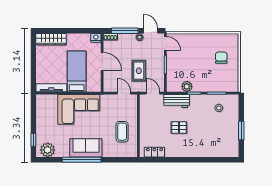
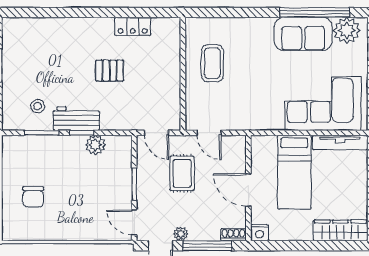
workbench: (177, 101) -> (76, 119), moved
corner sofa: (79, 109) -> (323, 104), moved
sofa: (86, 148) -> (303, 34), moved
locker: (154, 152) -> (133, 26), moved
window: (82, 160) -> (315, 12), moved

